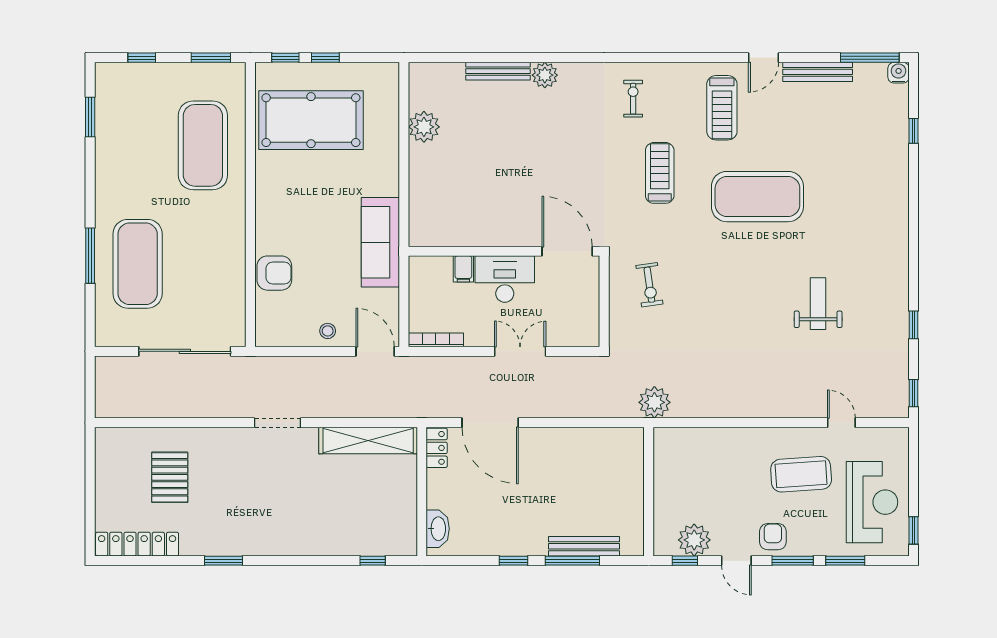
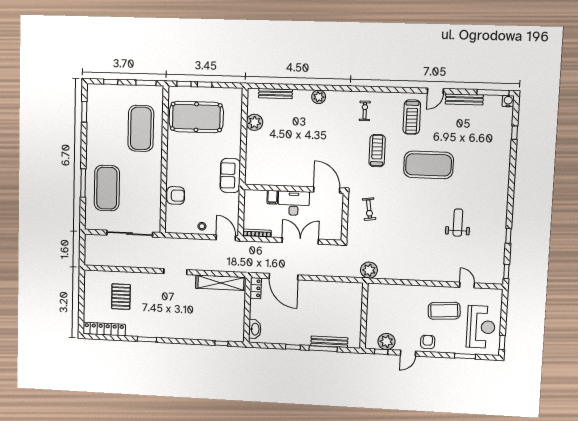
bench: (498, 71) -> (275, 94), moved
sofa: (380, 242) -> (230, 176), width x0.73
double door: (520, 351) -> (300, 241), width x1.37
door: (736, 561) -> (408, 353), hinge flipped
window: (793, 561) -> (437, 355), removed

